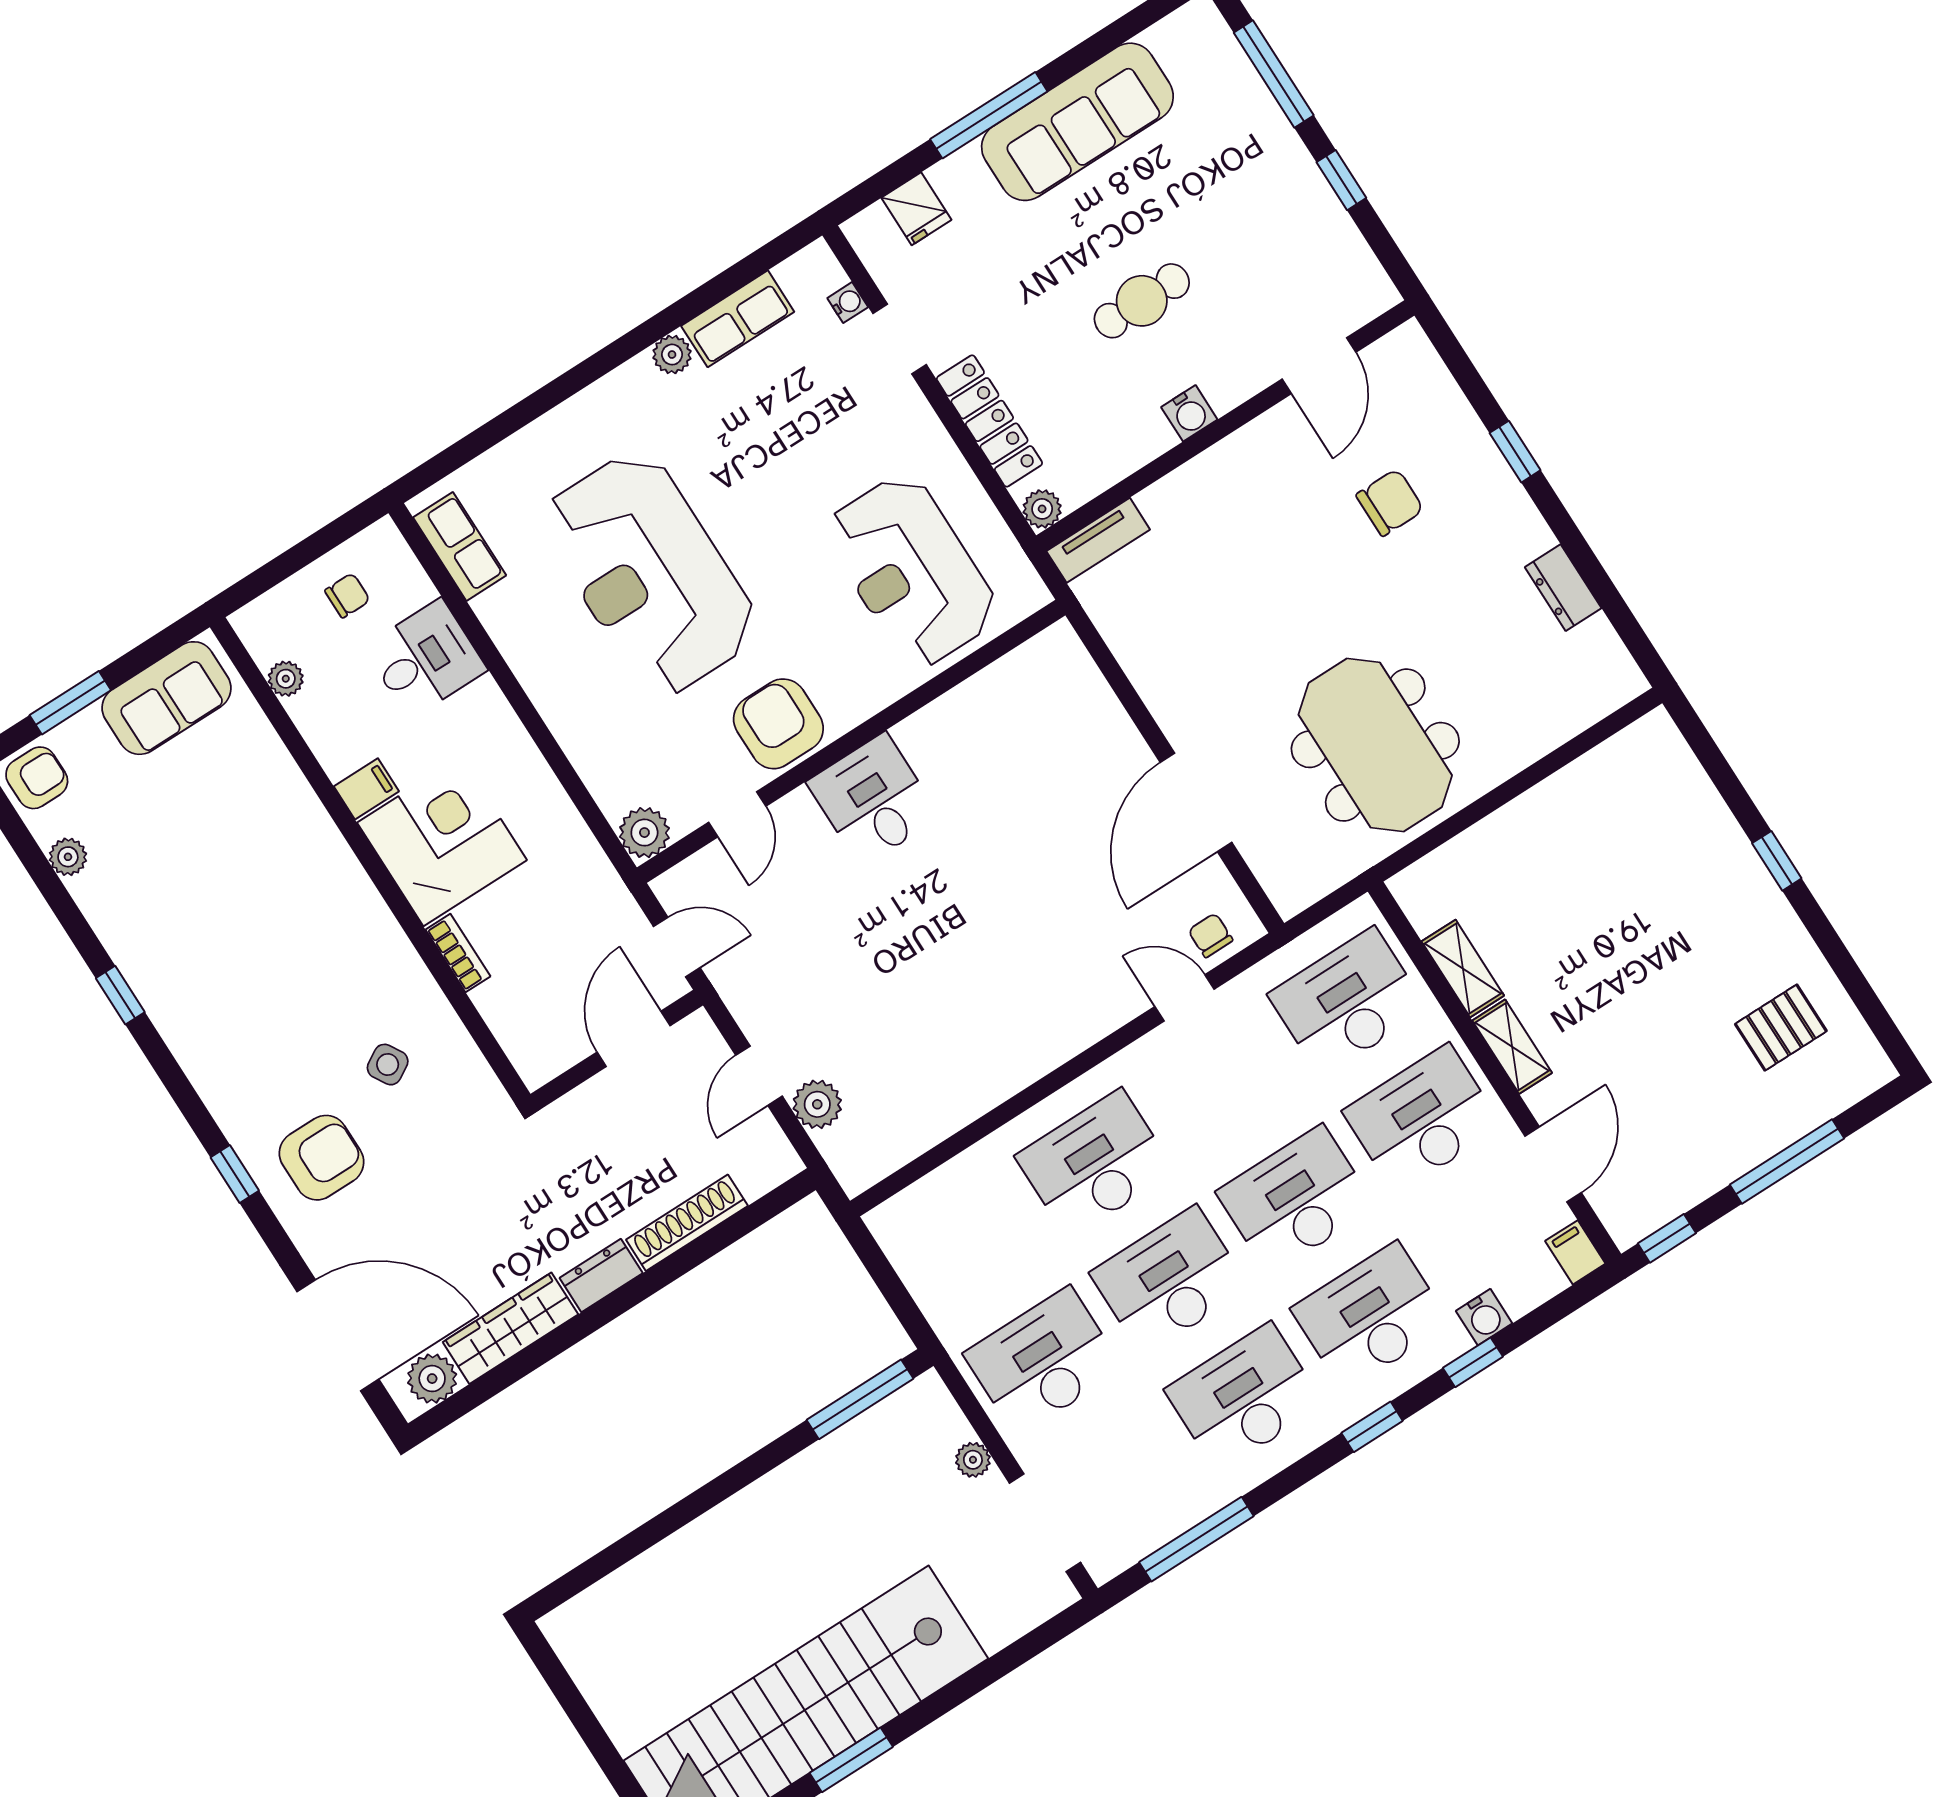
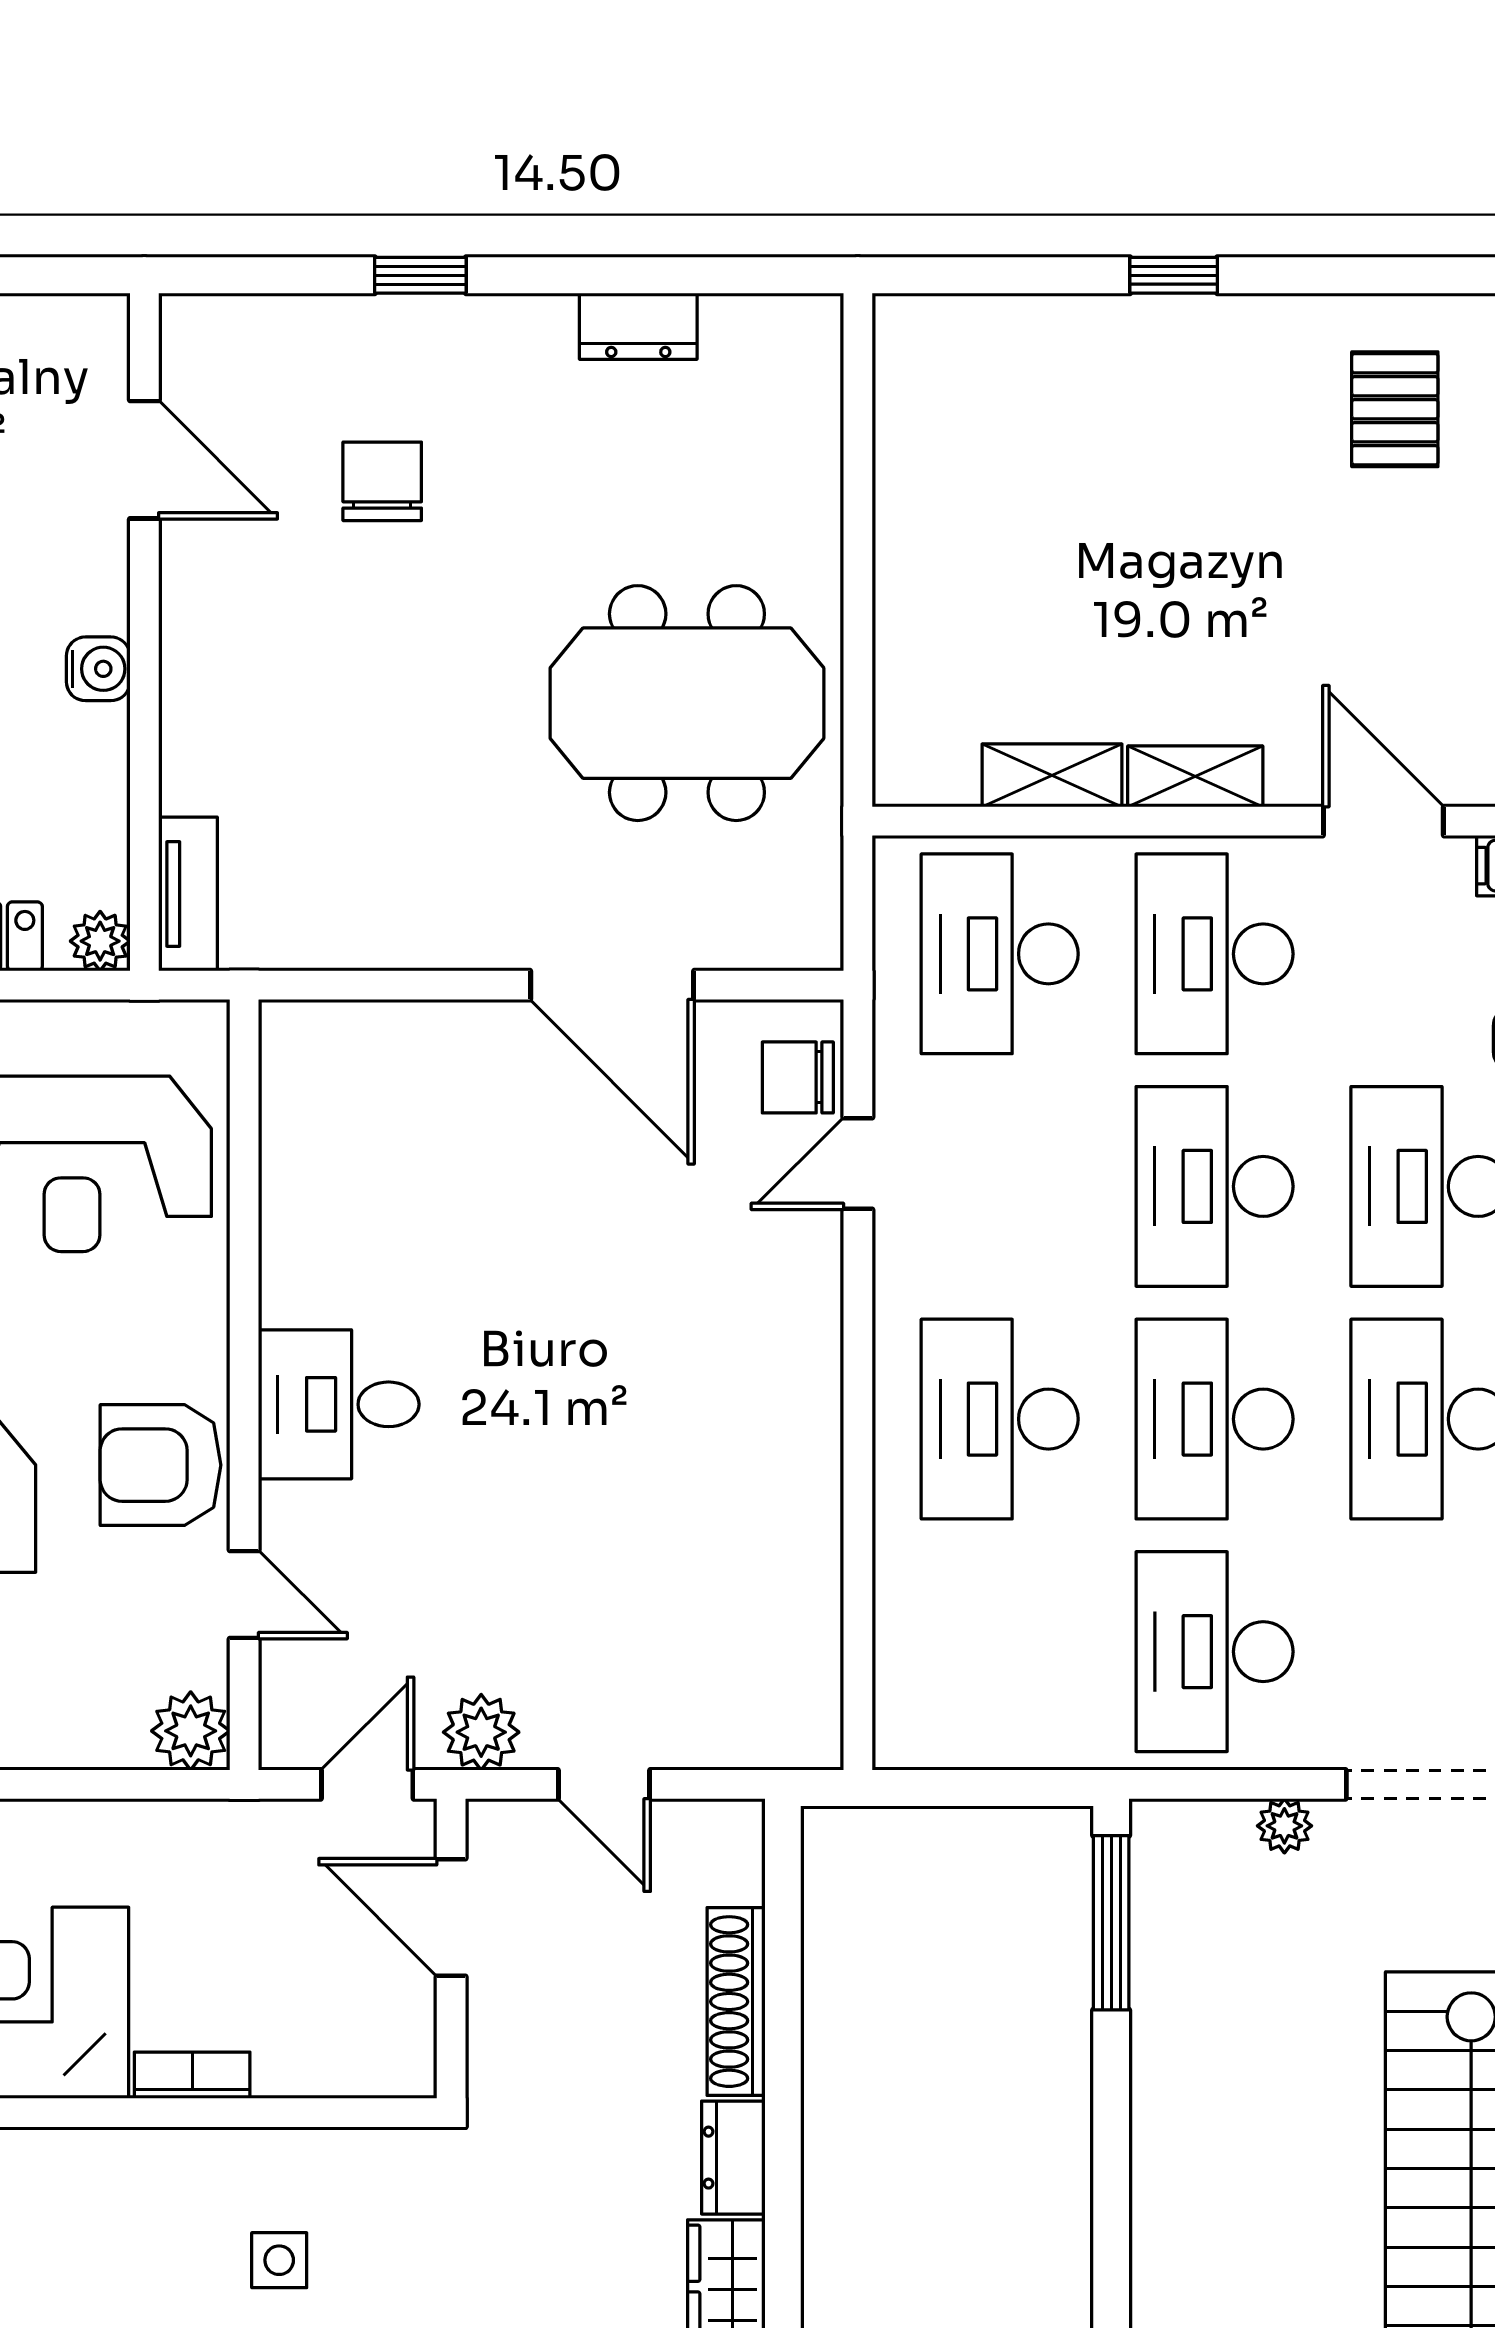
chair: (1210, 935) -> (798, 1077), width x1.37, depth x1.37
side table: (388, 1065) -> (279, 2260), turned 31
plant: (817, 1104) -> (481, 1732), moved

